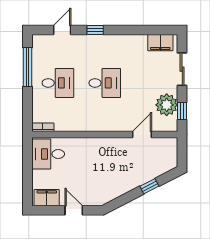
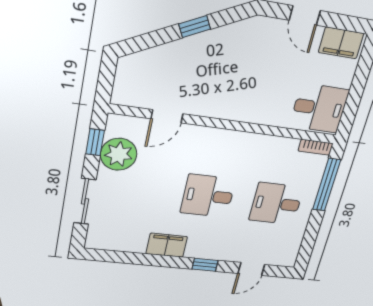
filing cabinet: (160, 43) -> (167, 245), moved
window: (27, 67) -> (327, 185), moved
window: (149, 186) -> (195, 27), moved

